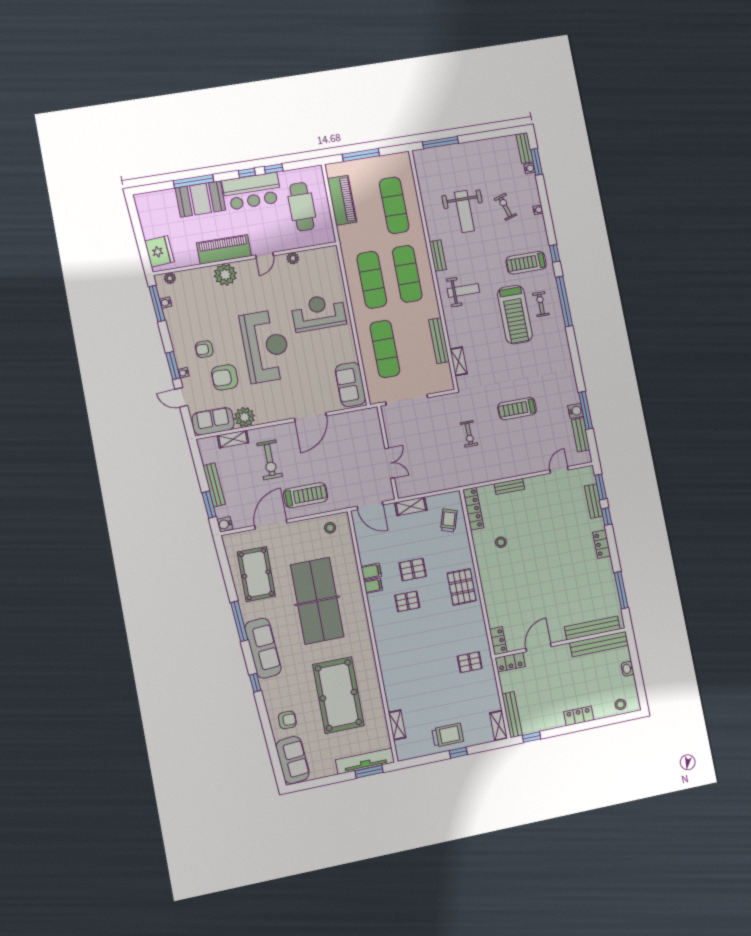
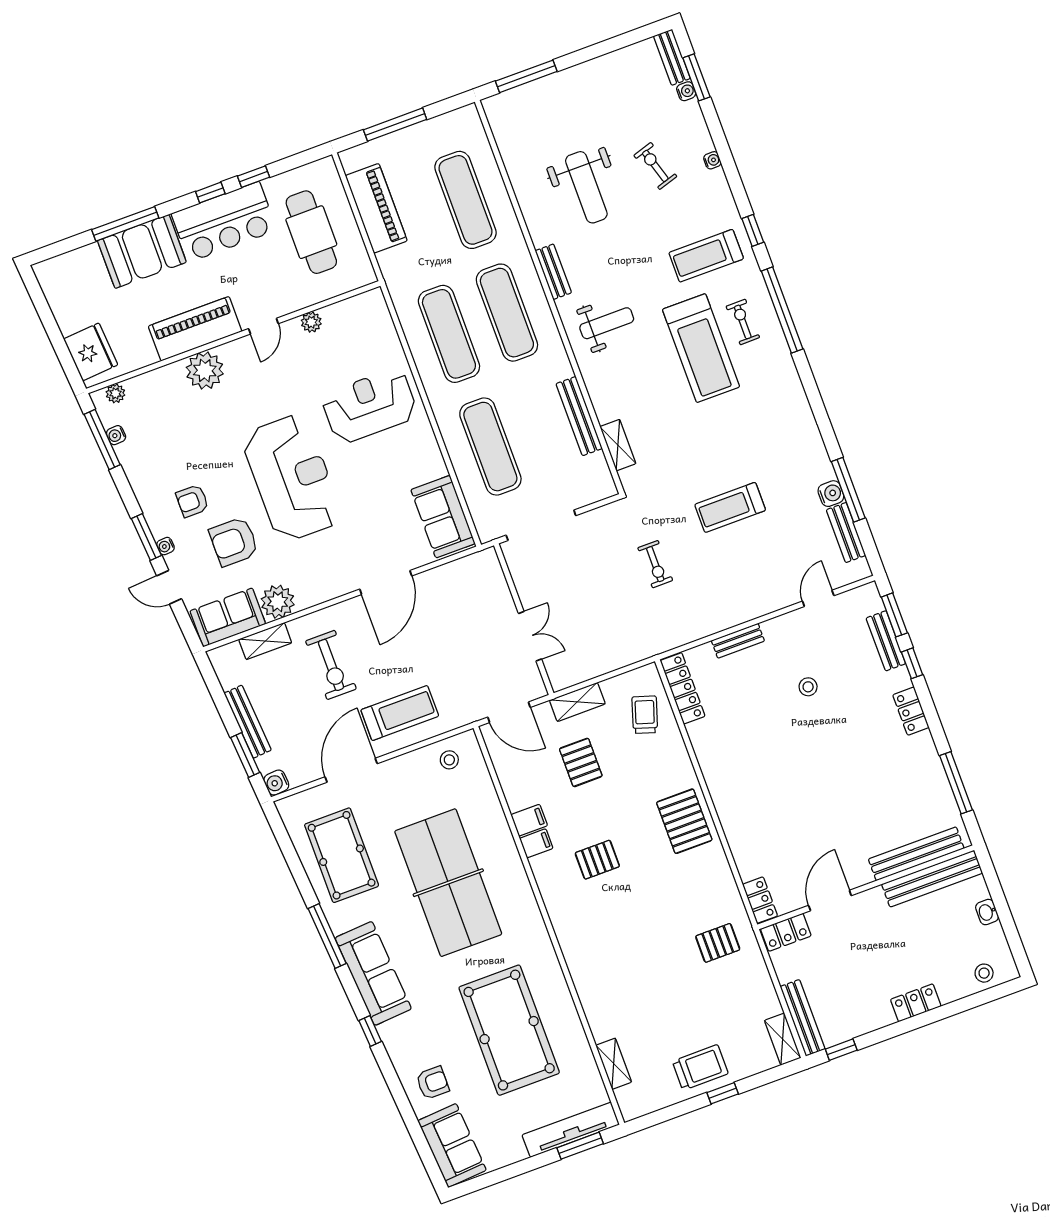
stool: (501, 542) -> (808, 687), moved
pallet: (413, 570) -> (581, 762), moved, turned 90

